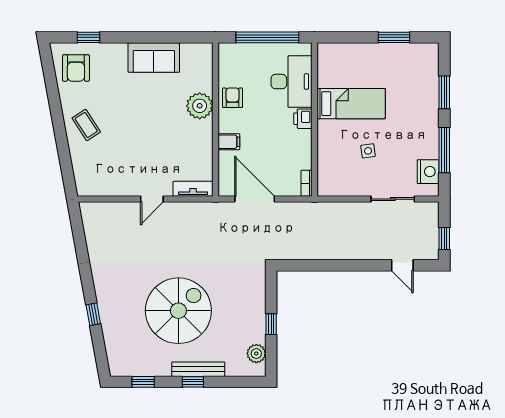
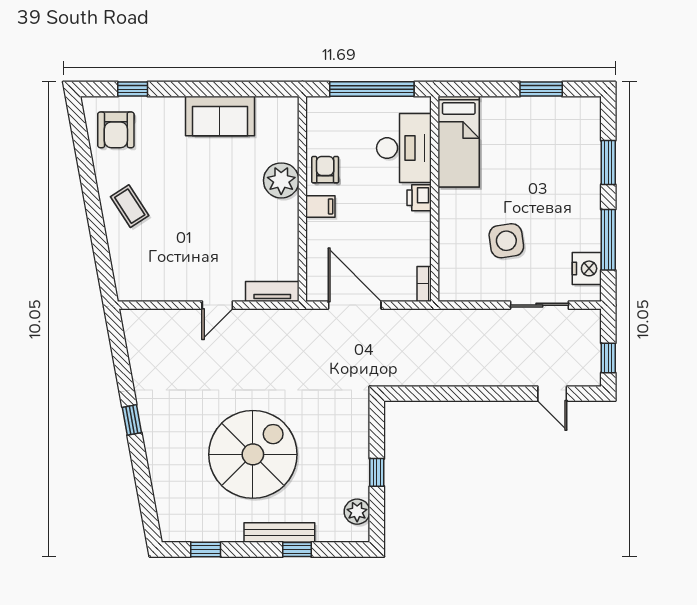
bed: (351, 104) -> (459, 142), moved, turned 90
filing cabinet: (229, 142) -> (320, 206), moved
side table: (368, 151) -> (506, 241), width x1.87, depth x1.87
window: (93, 314) -> (132, 420), moved
window: (193, 382) -> (297, 550), moved

